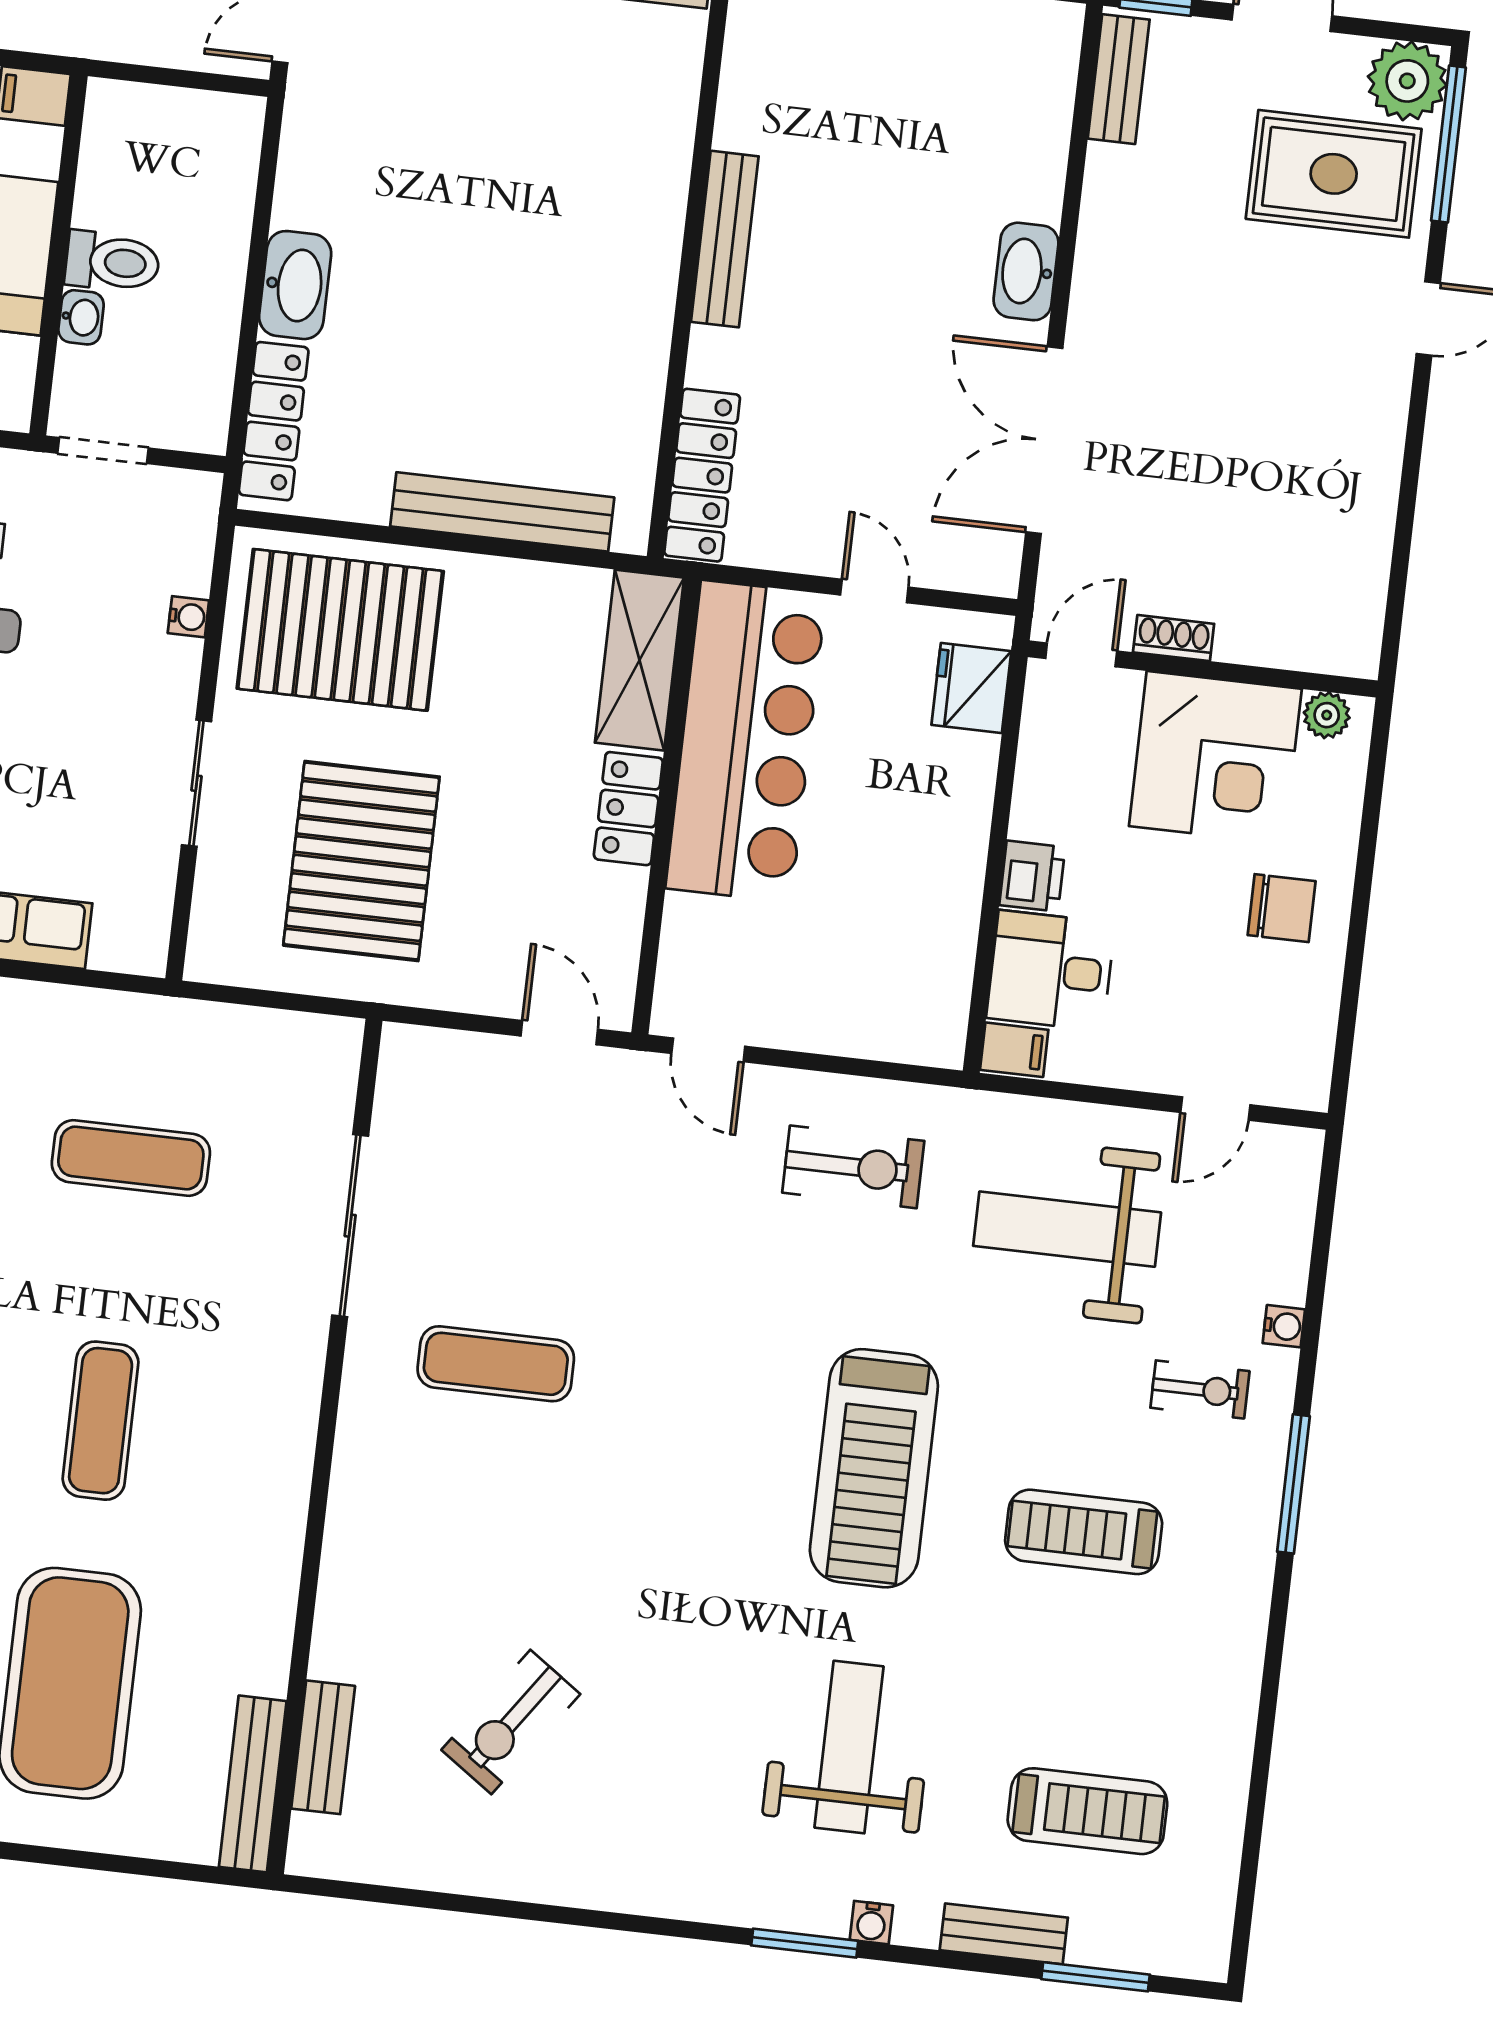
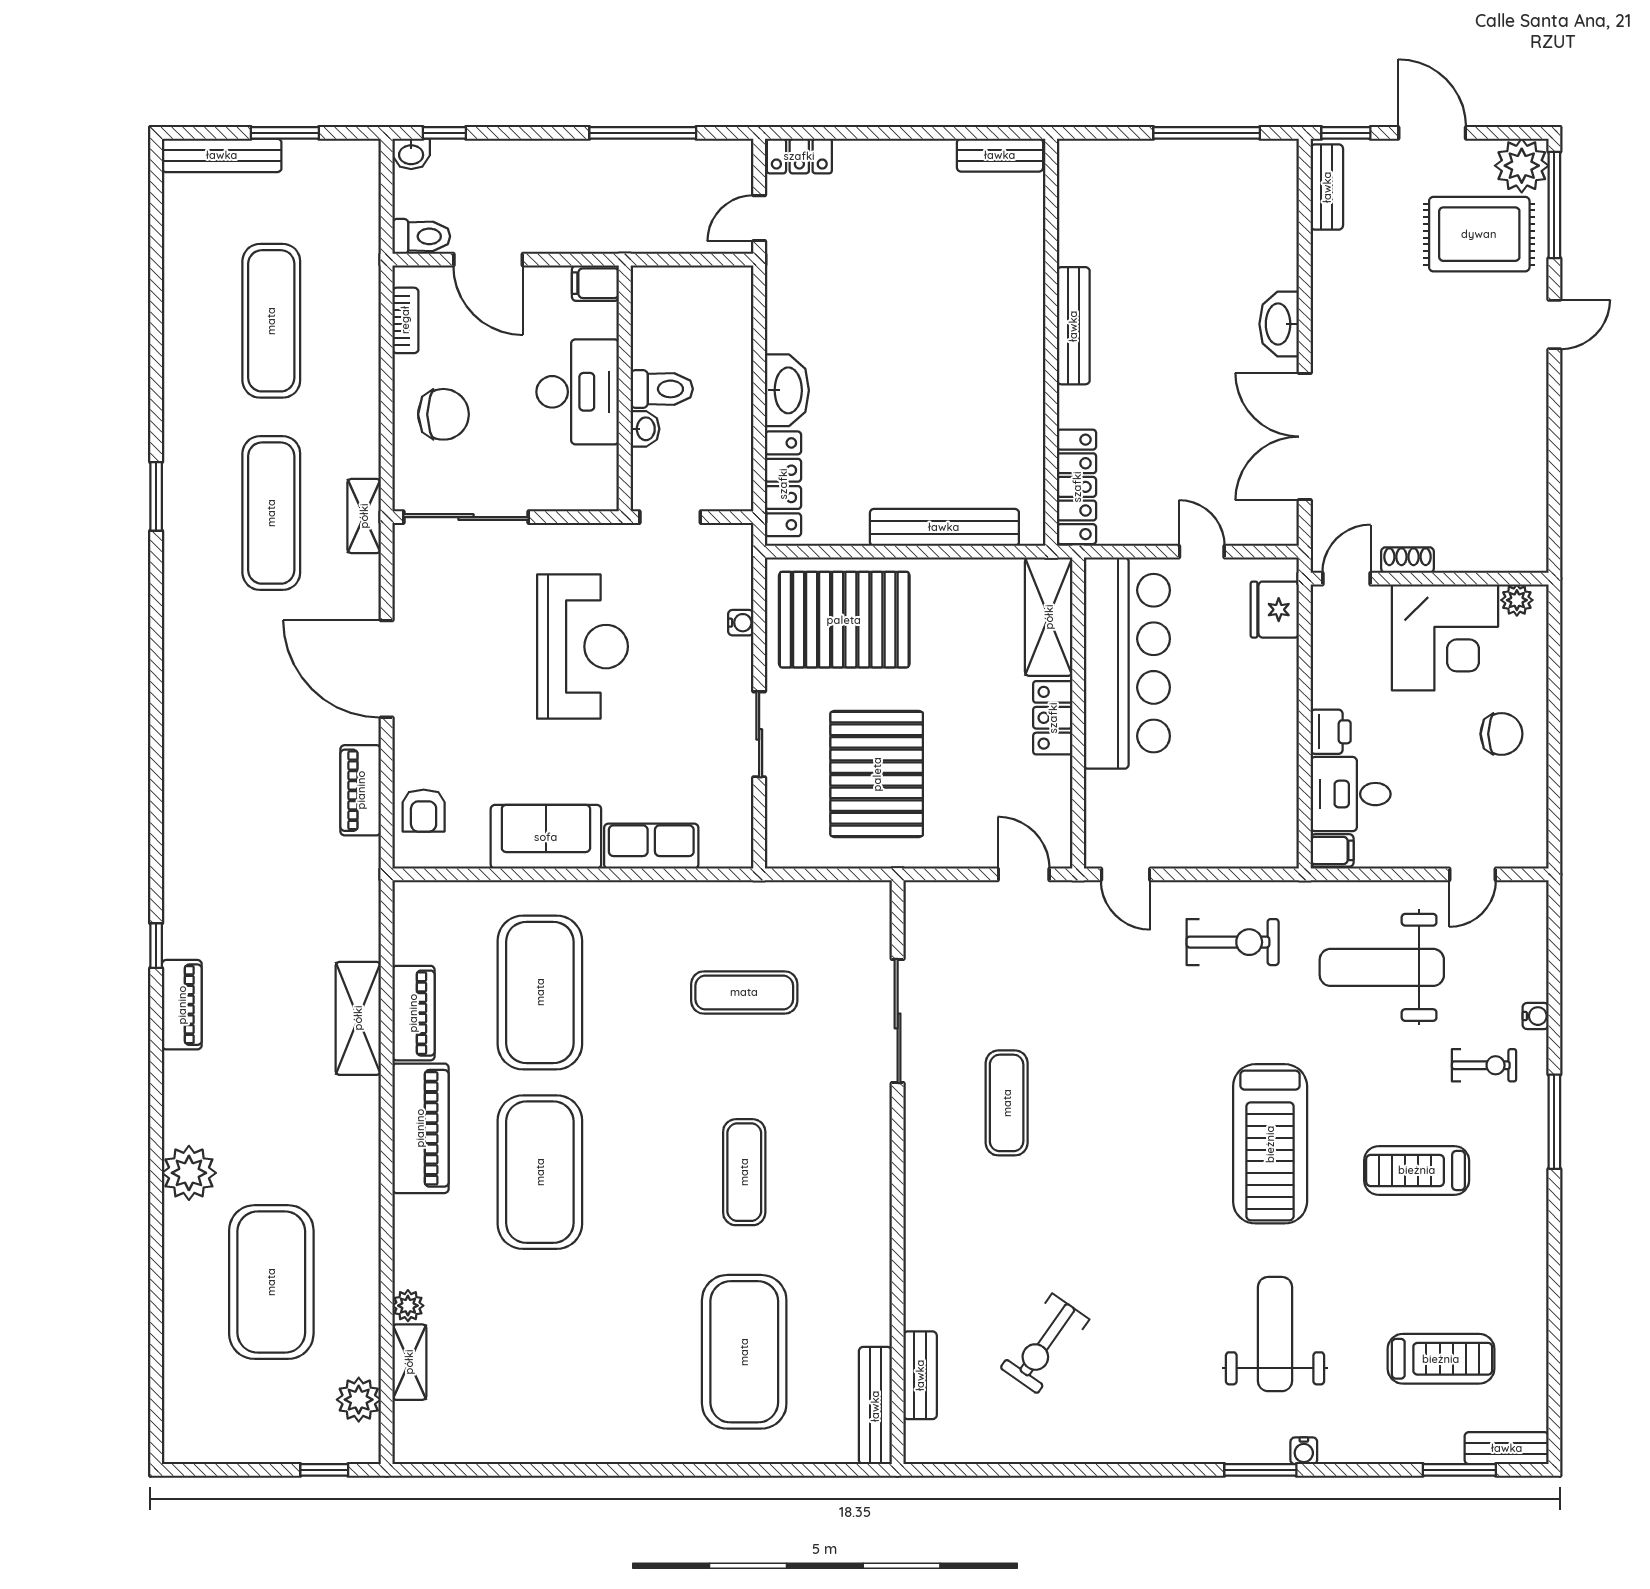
exercise mat: (496, 1364) -> (1007, 1103), turned 90
bench: (1004, 1934) -> (1507, 1448), moved

